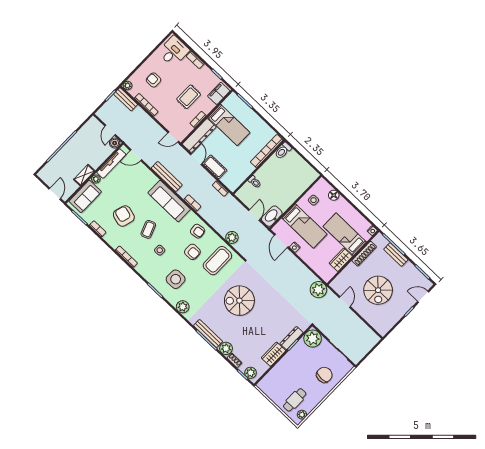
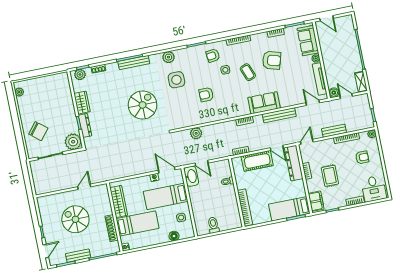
bench: (126, 99) -> (334, 131), moved
bed: (229, 125) -> (289, 209), moved
toilet: (283, 151) -> (213, 225), moved
door: (136, 155) -> (313, 103), hinge flipped
cot: (215, 167) -> (257, 161), width x1.37, depth x1.34
shelving: (84, 175) -> (361, 82), moved
sofa: (169, 201) -> (264, 103), width x0.73
armchair: (198, 231) -> (213, 55), moved
bench: (396, 255) -> (78, 256), moved
wardrobe: (341, 260) -> (119, 202), width x1.50
coffee table: (217, 261) -> (186, 109), removed
side table: (176, 279) -> (176, 80), moved
plant: (318, 290) -> (108, 173), removed
door: (345, 302) -> (84, 187), swing flipped
plant: (226, 348) -> (112, 68), removed
chair: (324, 375) -> (38, 131), turned -51
cafe table: (295, 400) -> (35, 94), removed

